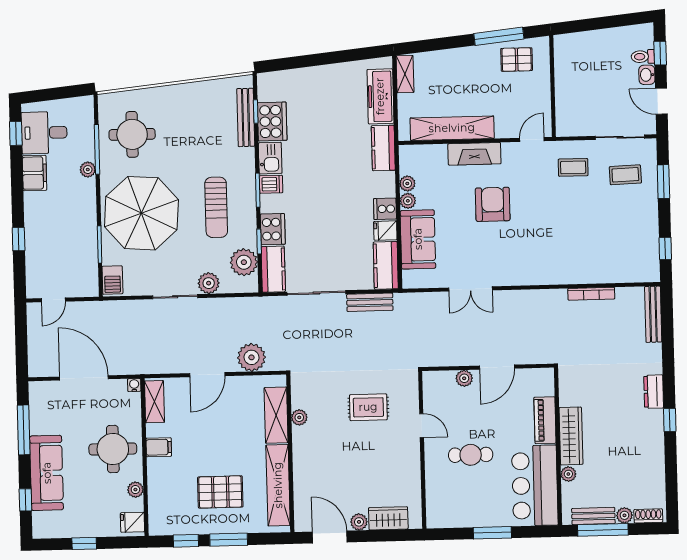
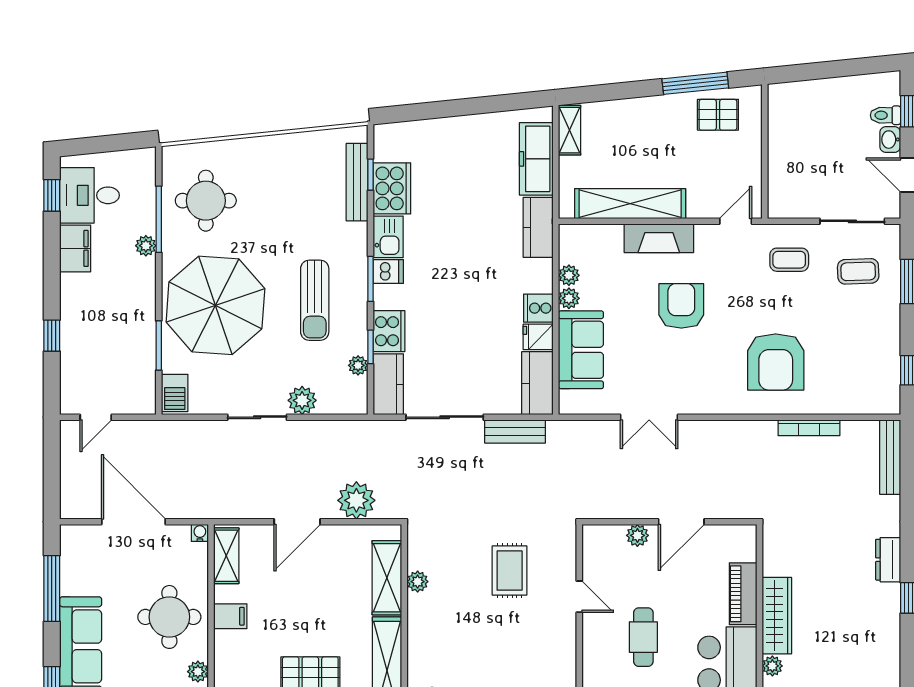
armchair: (565, 245) -> (776, 362), added
plant: (244, 262) -> (358, 365), width x0.53, depth x0.53
rug: (368, 407) -> (510, 571), turned 90
cafe table: (471, 455) -> (643, 637), turned 90

